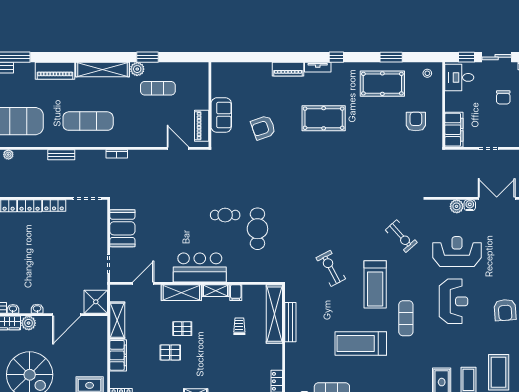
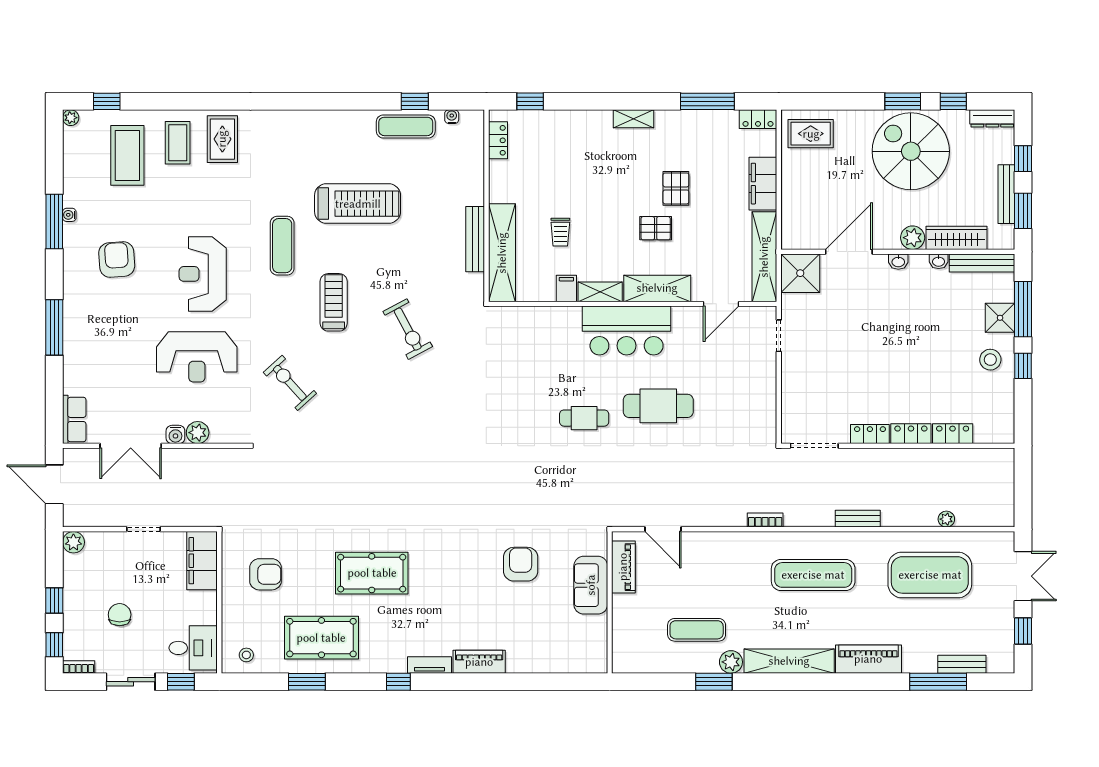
pool table: (324, 118) -> (372, 573), moved
armchair: (416, 122) -> (265, 574), turned -90
armchair: (263, 128) -> (521, 564), turned -71
booth: (122, 228) -> (756, 396), removed
cafe table: (257, 229) -> (658, 406), moved, turned 90
treadmill: (375, 284) -> (334, 302), width x0.73, depth x0.73
shelving: (117, 320) -> (764, 257), width x1.47
pallet: (170, 352) -> (676, 188), turned 90

